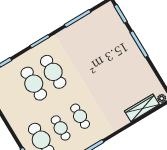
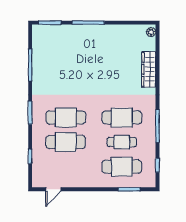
wardrobe: (142, 108) -> (149, 69), moved
cafe table: (80, 116) -> (122, 117), width x1.37, depth x1.35

